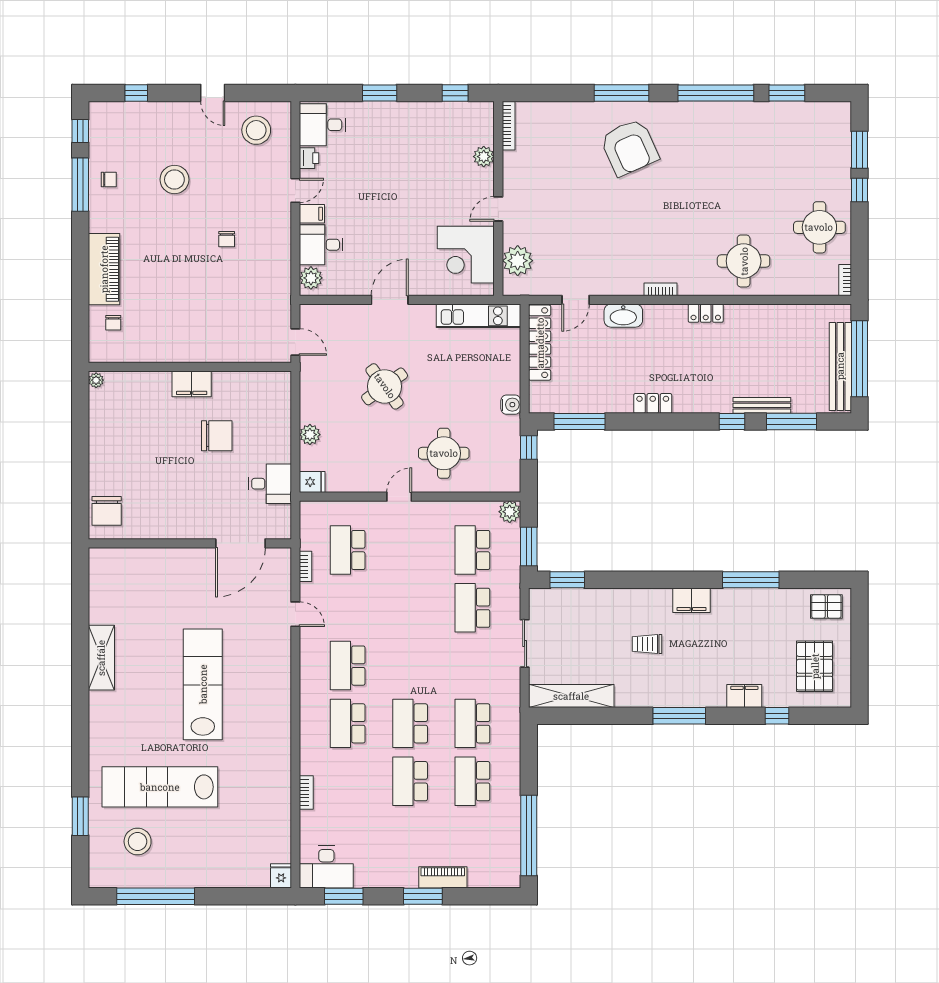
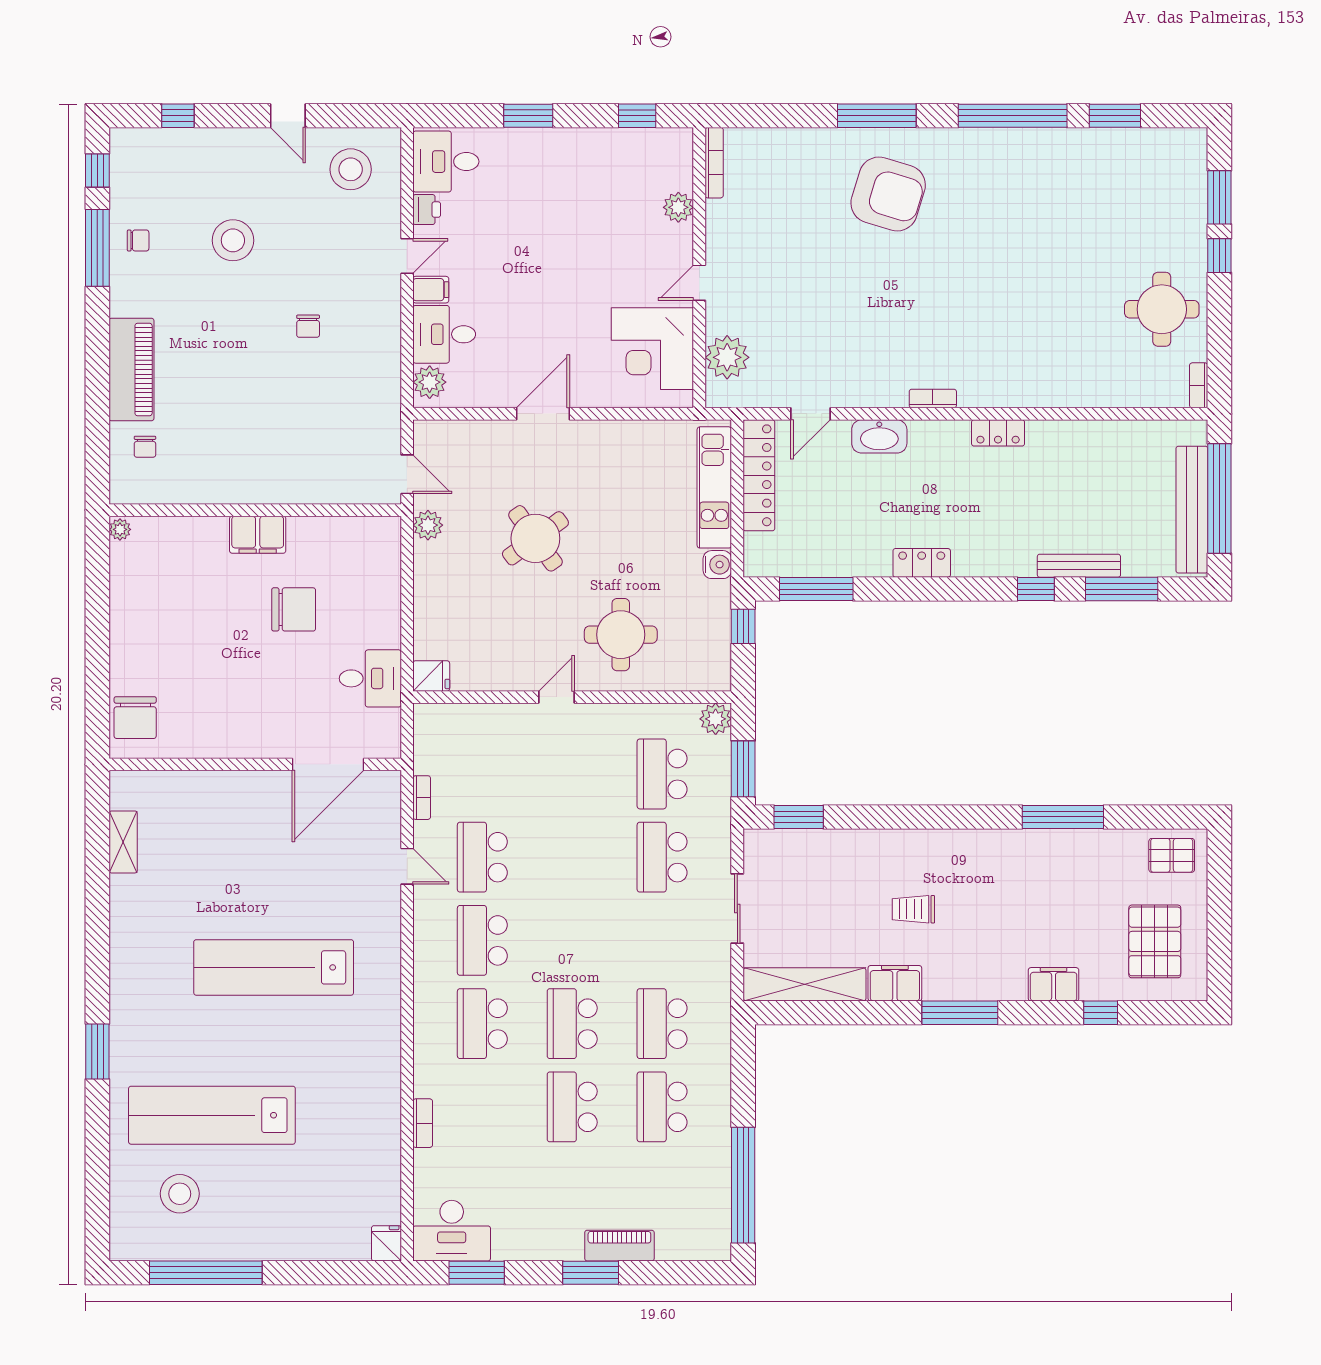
armchair: (629, 147) -> (888, 194), turned -49
round table: (744, 261) -> (1053, 358), removed
kitchen unit: (478, 316) -> (714, 487), moved, turned 90
plant: (310, 435) -> (428, 525), moved
school desk: (348, 550) -> (482, 857), moved
filing cabinet: (691, 600) -> (895, 983), moved, turned 180
shelving: (101, 658) -> (123, 842), moved, width x0.67, depth x0.75
lab bench: (203, 684) -> (274, 967), turned -90
window: (80, 816) -> (97, 1052), moved

